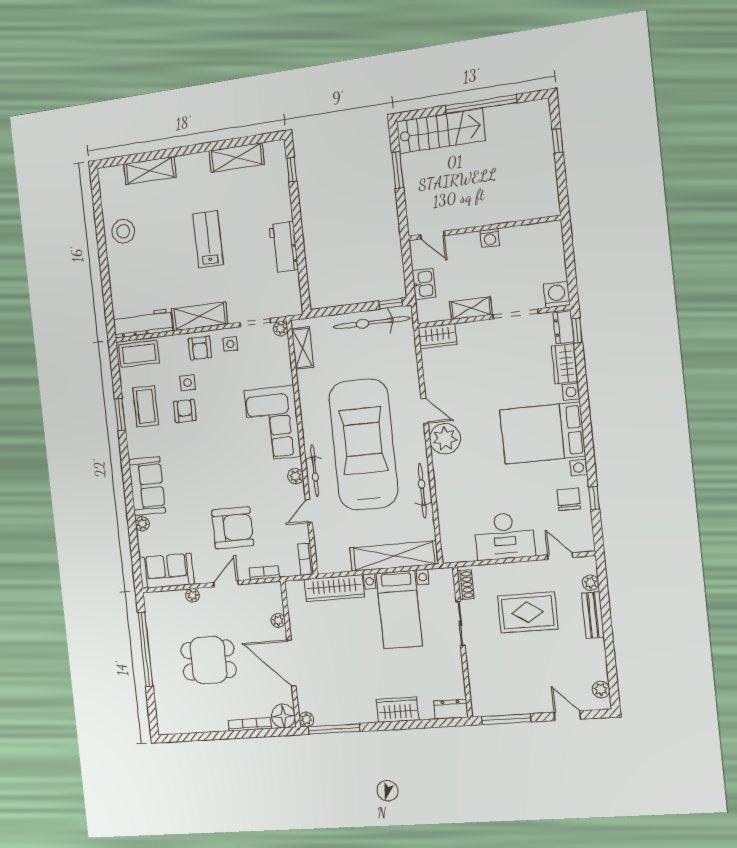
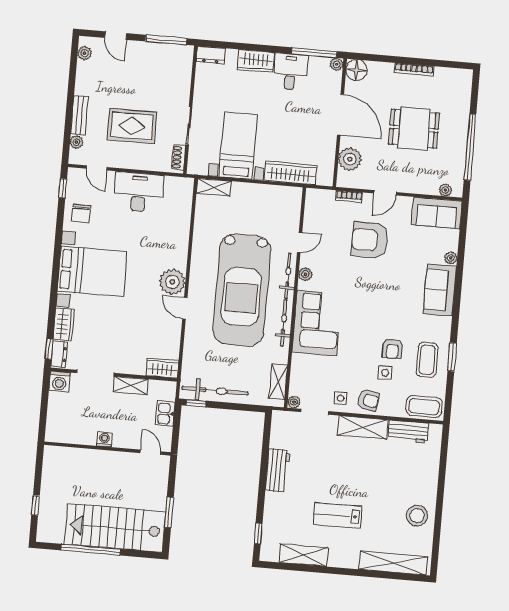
stairs: (441, 131) -> (115, 528), width x1.36, depth x1.51
shelving: (150, 170) -> (393, 563), width x1.47
lab bench: (208, 239) -> (337, 515), moved, turned 90
workbench: (143, 323) -> (408, 431), width x0.73
armchair: (200, 348) -> (368, 400), turned 99
bicycle: (422, 491) -> (284, 323), moved, turned 180
window: (594, 498) -> (63, 188), moved
shelving: (394, 556) -> (214, 187), width x0.45, depth x0.75
bookcase: (306, 559) -> (310, 202), removed
plant: (192, 595) -> (445, 190), moved
plant: (278, 620) -> (350, 159), width x1.88, depth x1.88
desk: (356, 703) -> (290, 72), added
bookcase: (250, 724) -> (414, 69), moved

